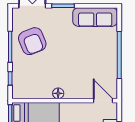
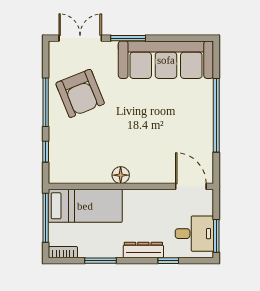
sofa: (95, 17) -> (166, 60), width x1.36, depth x1.27

